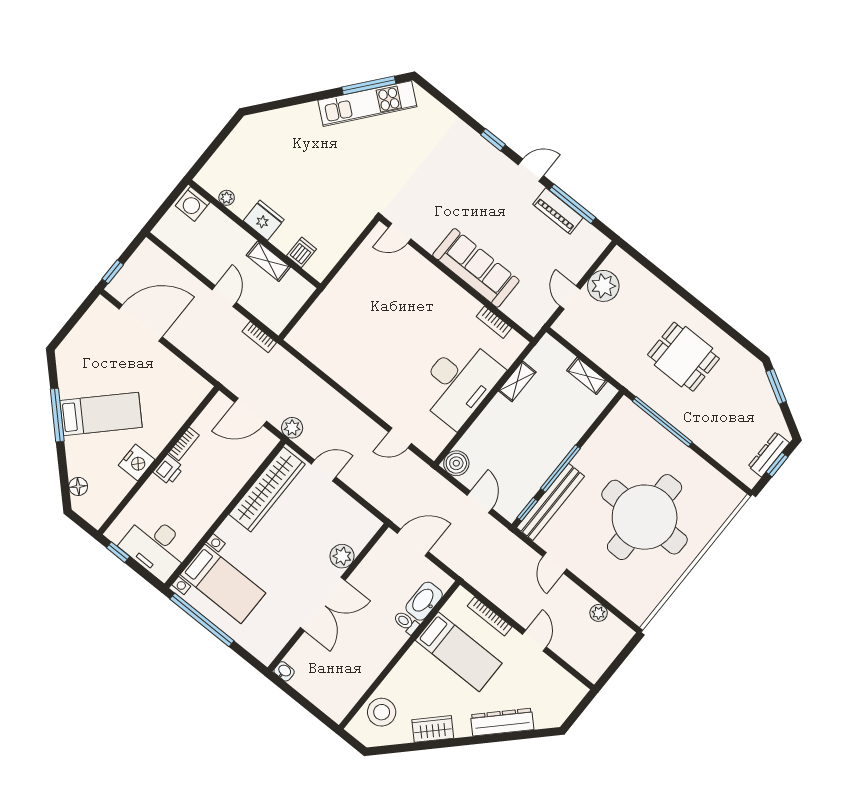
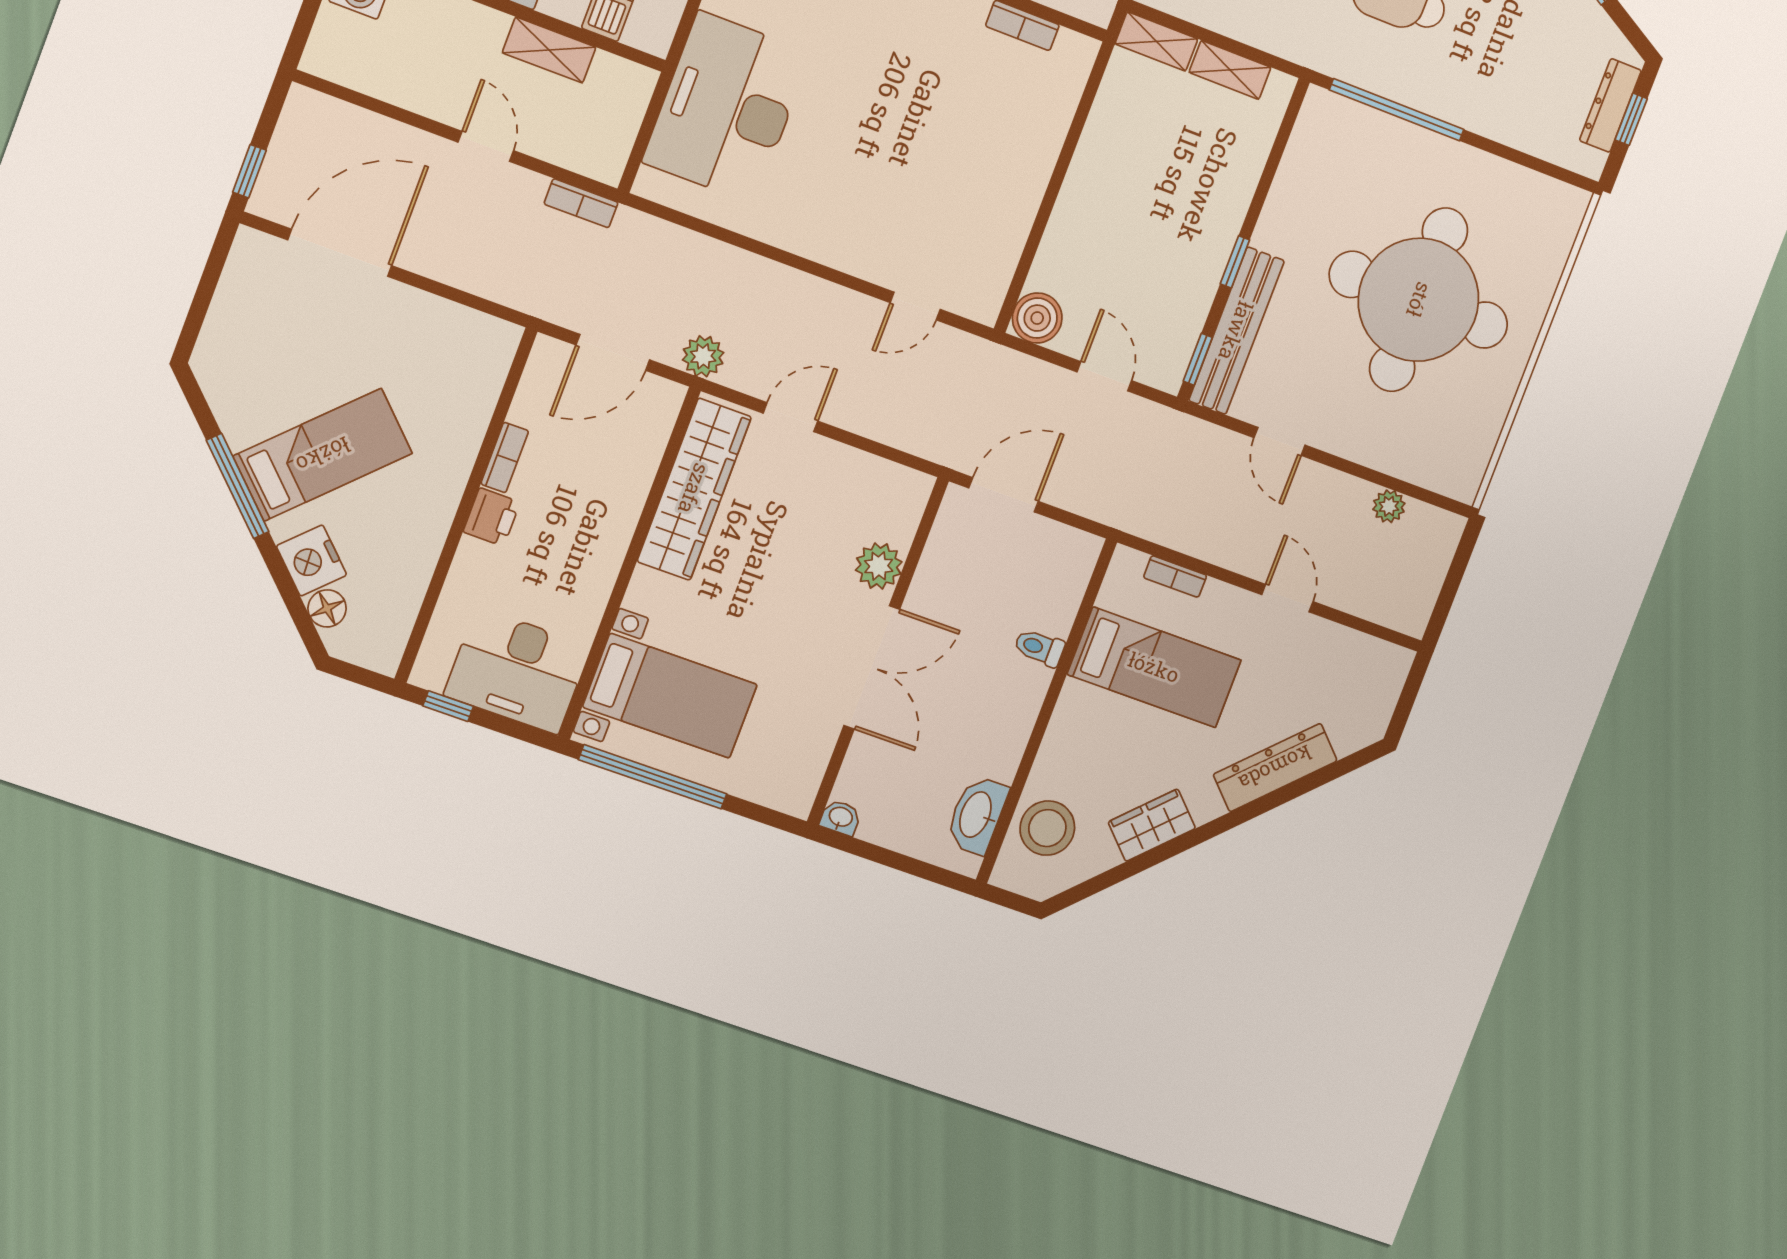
shelving: (517, 381) -> (1156, 41), moved, turned 90
desk: (459, 383) -> (727, 107), moved, turned 180
nightstand: (137, 462) -> (311, 560), moved, turned 135
window: (560, 468) -> (1235, 262), width x0.46
washbasin: (424, 601) -> (977, 815), moved
bookcase: (490, 616) -> (1175, 576), width x0.64

